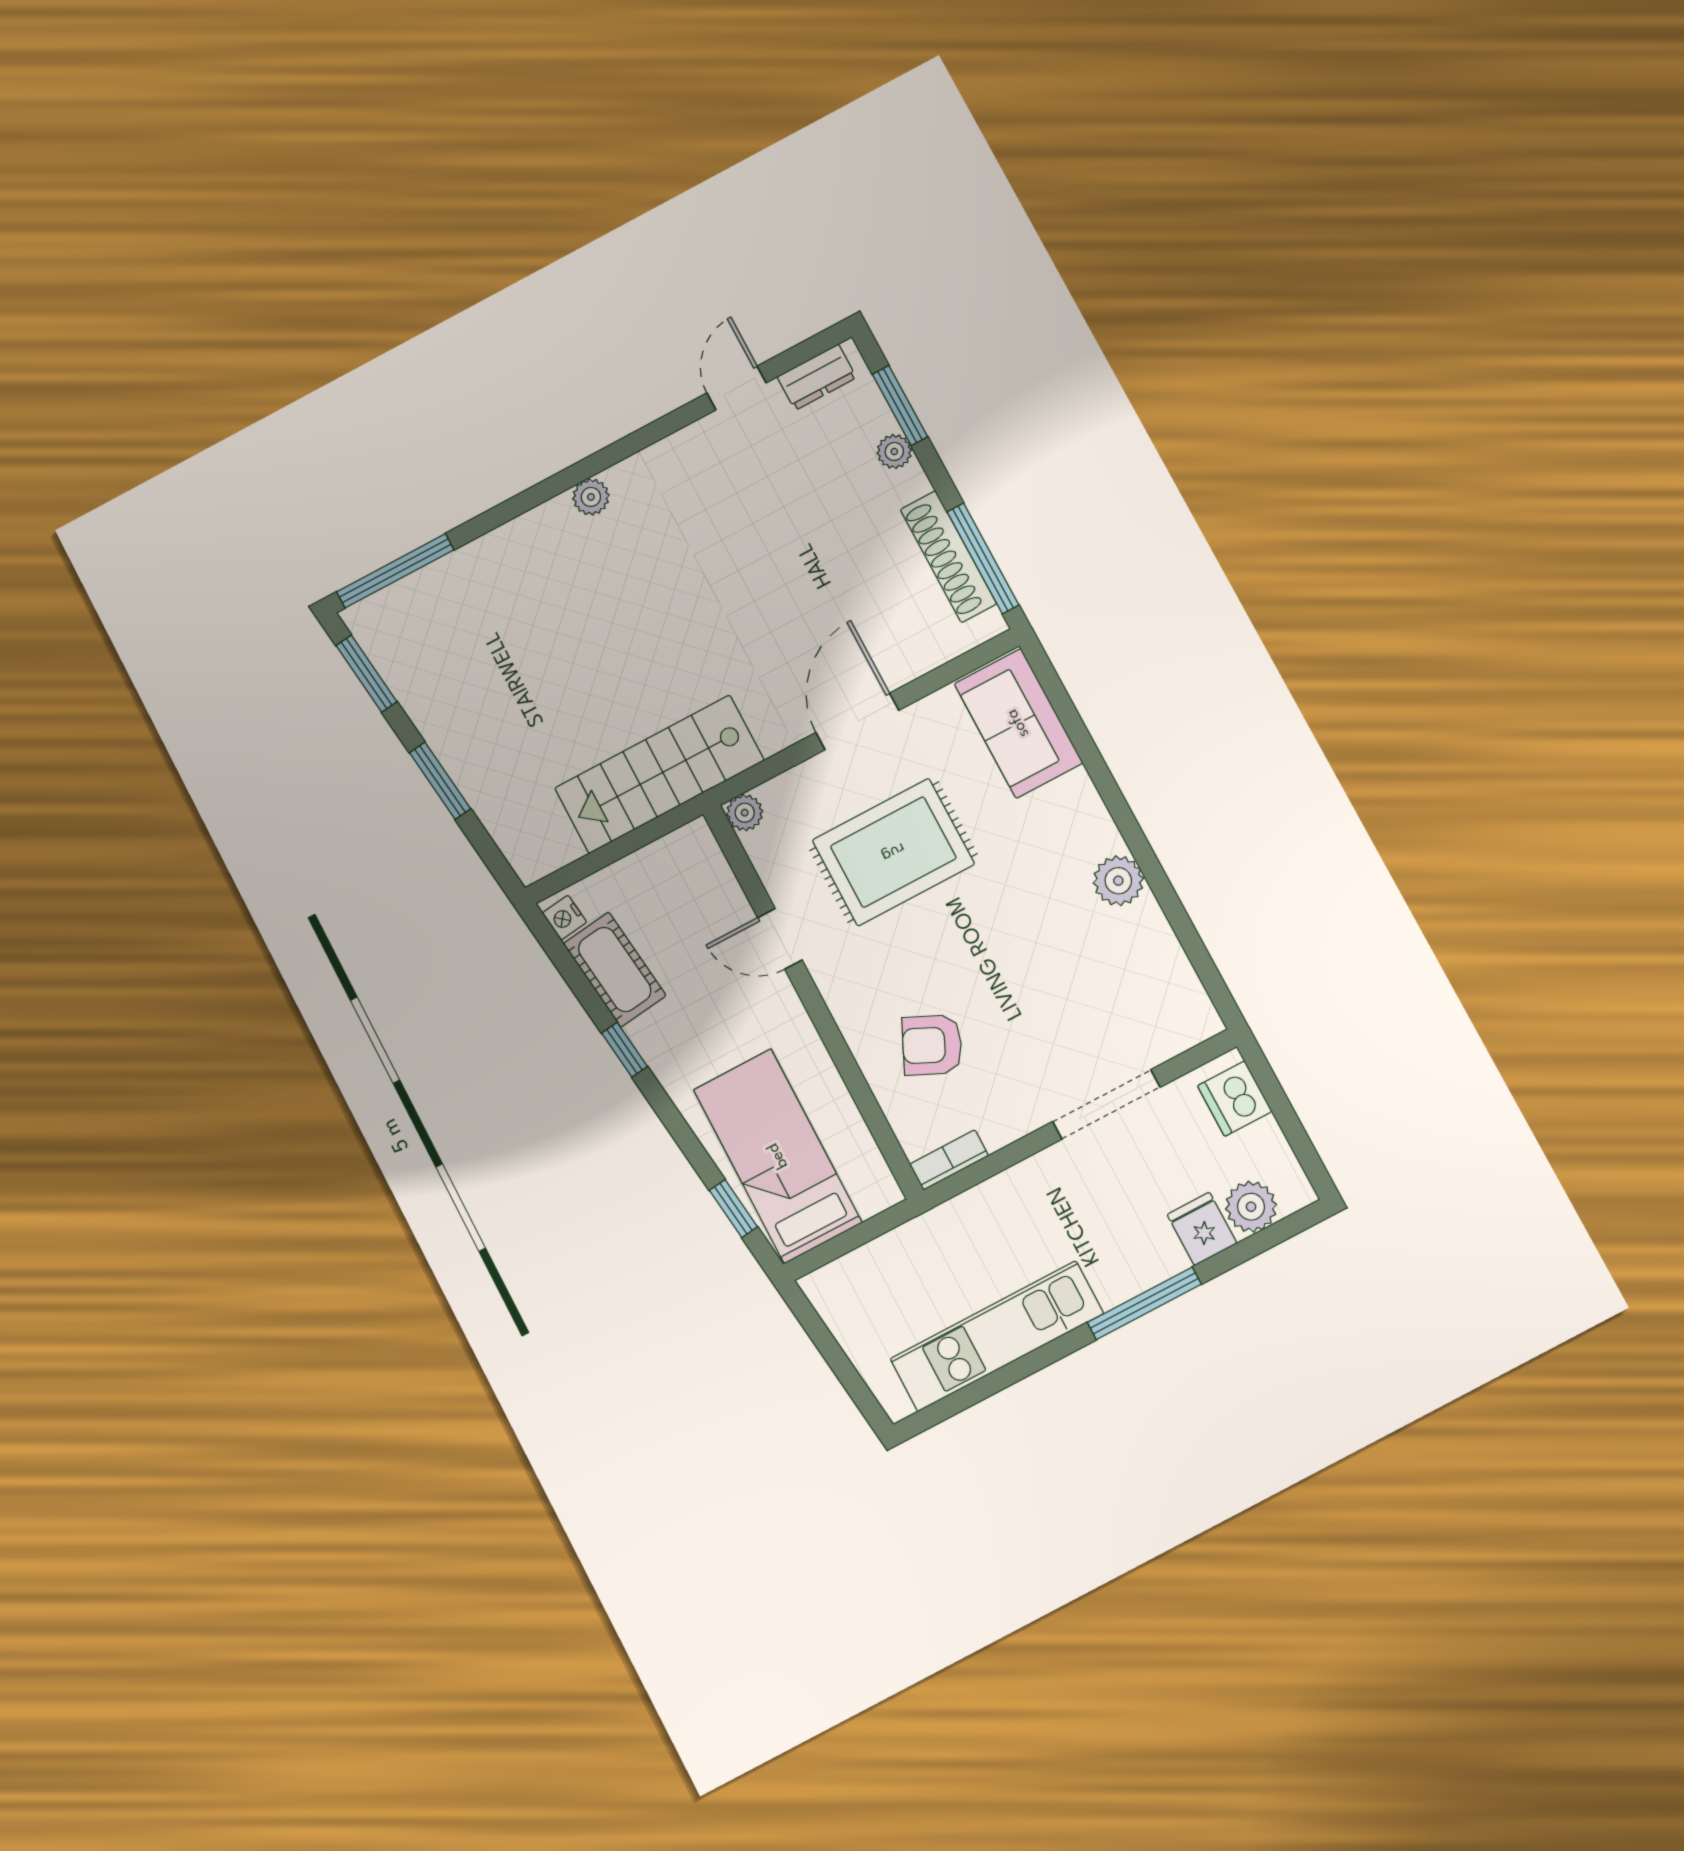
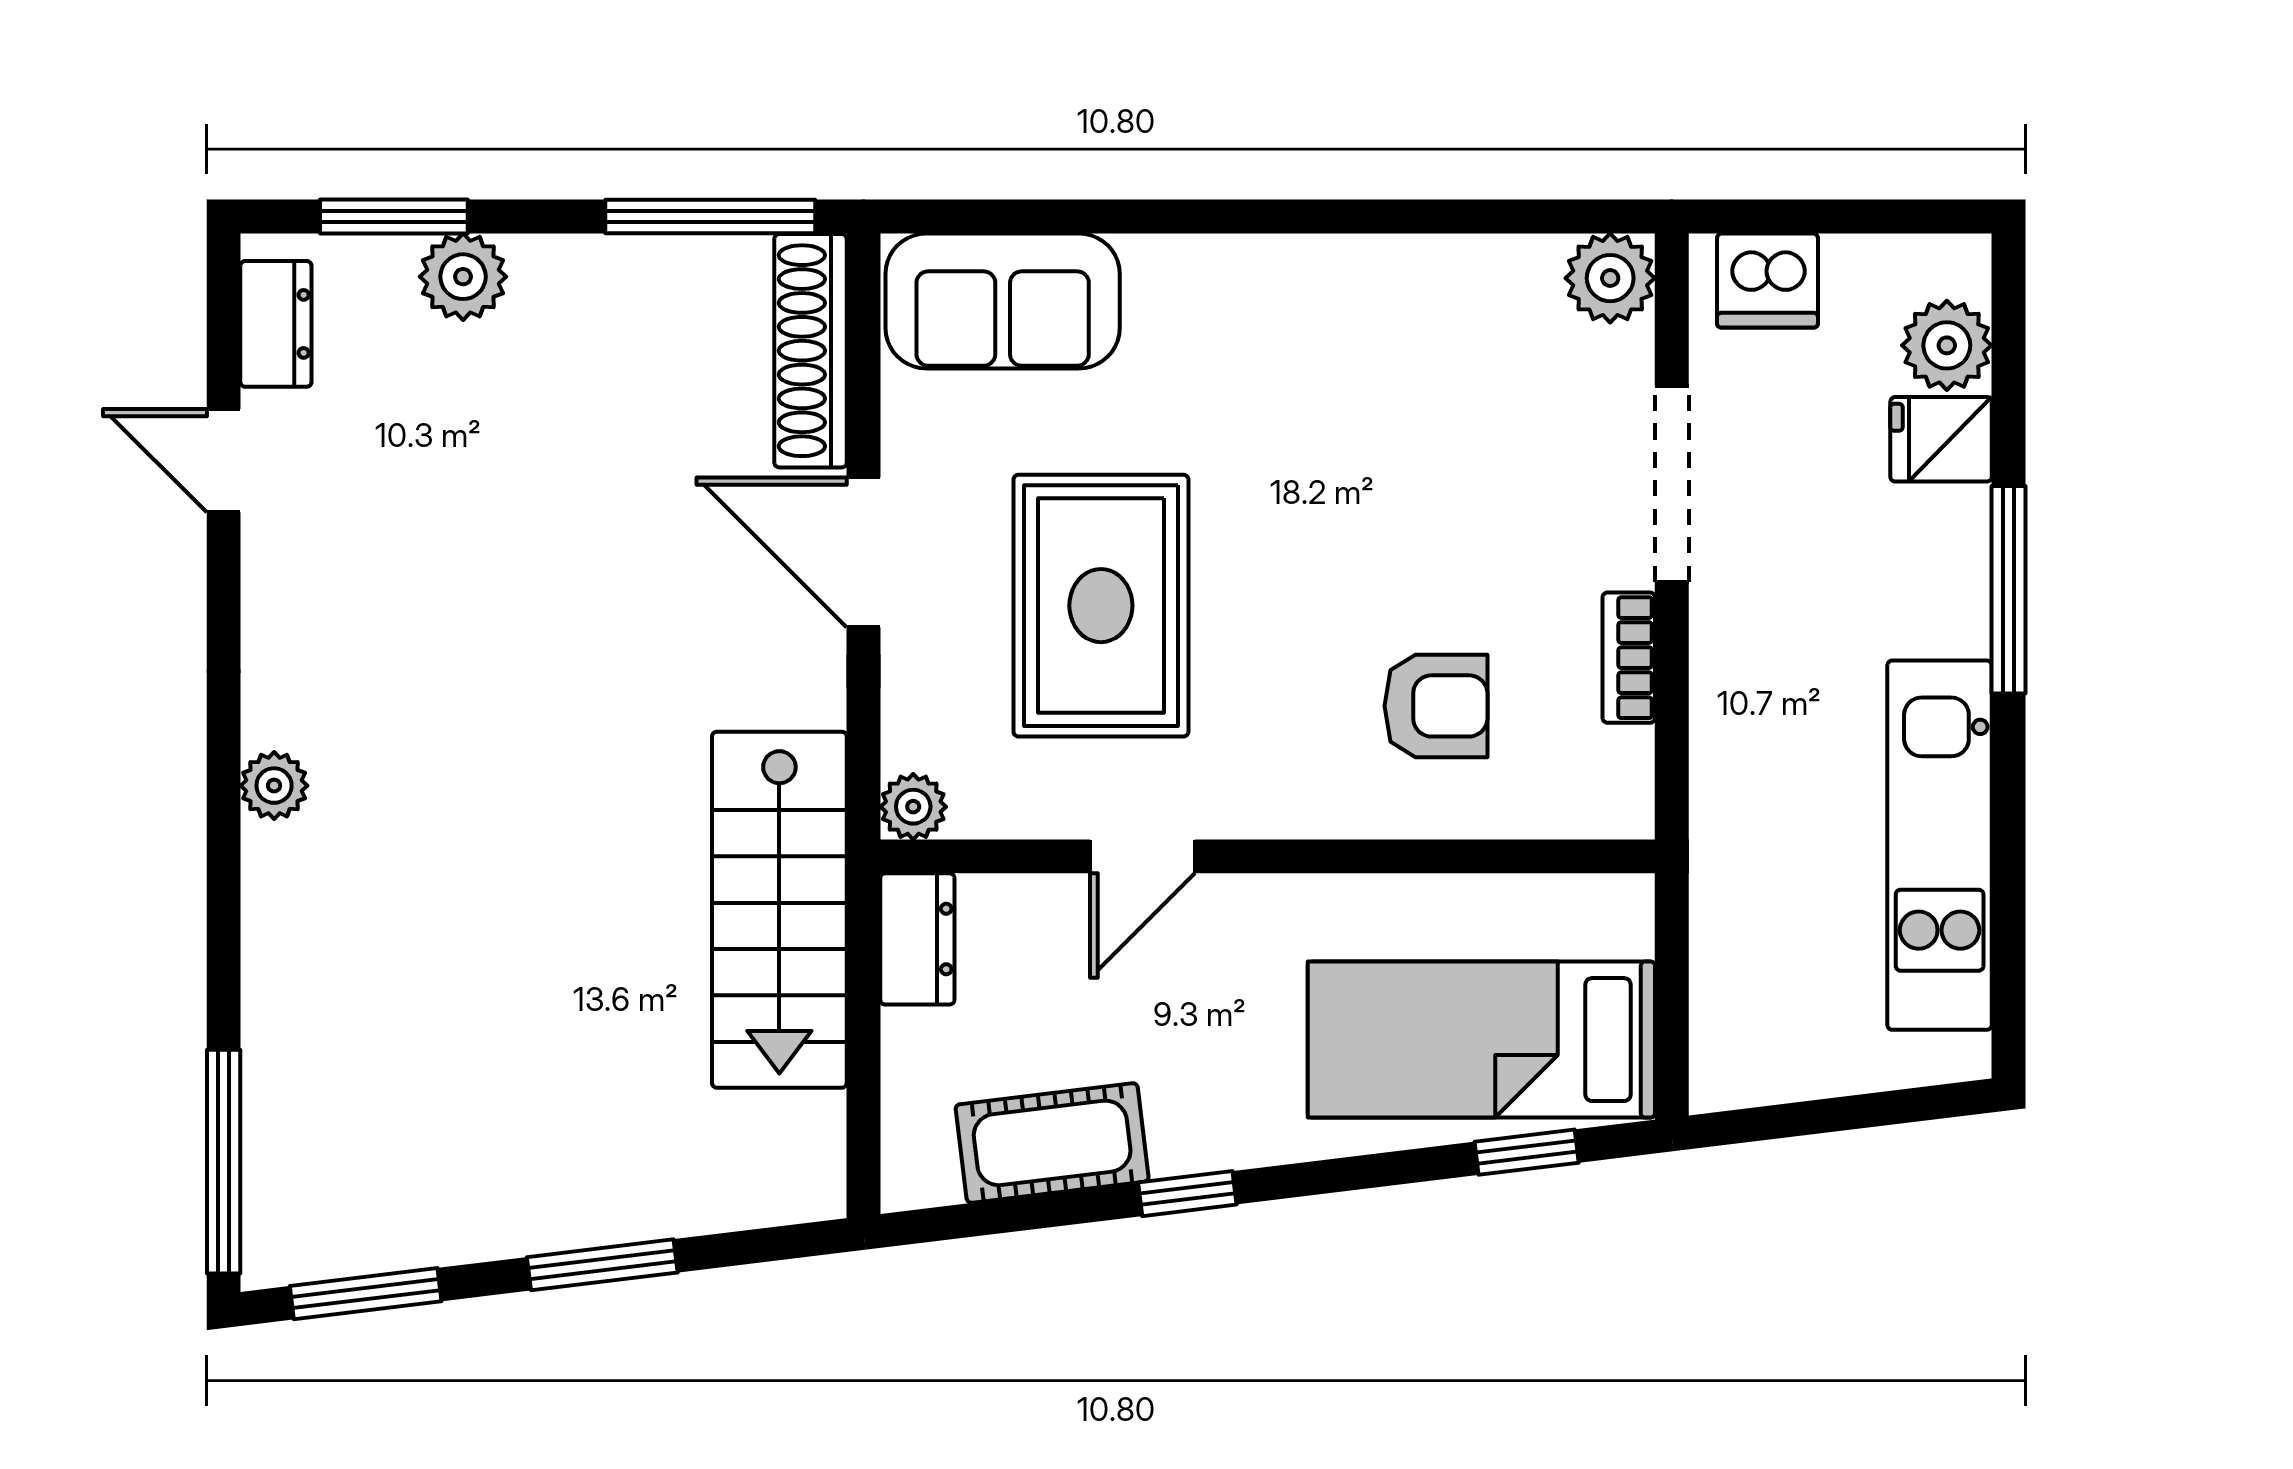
plant: (894, 451) -> (463, 277), width x1.38, depth x1.38
shoe rack: (948, 557) -> (811, 351), moved, turned 90
dresser: (681, 849) -> (917, 939), added
plant: (1118, 881) -> (1610, 278), moved
nightstand: (565, 918) -> (927, 1180), removed
armchair: (932, 1045) -> (1436, 706), turned -115
bookcase: (949, 1160) -> (1629, 658), moved

